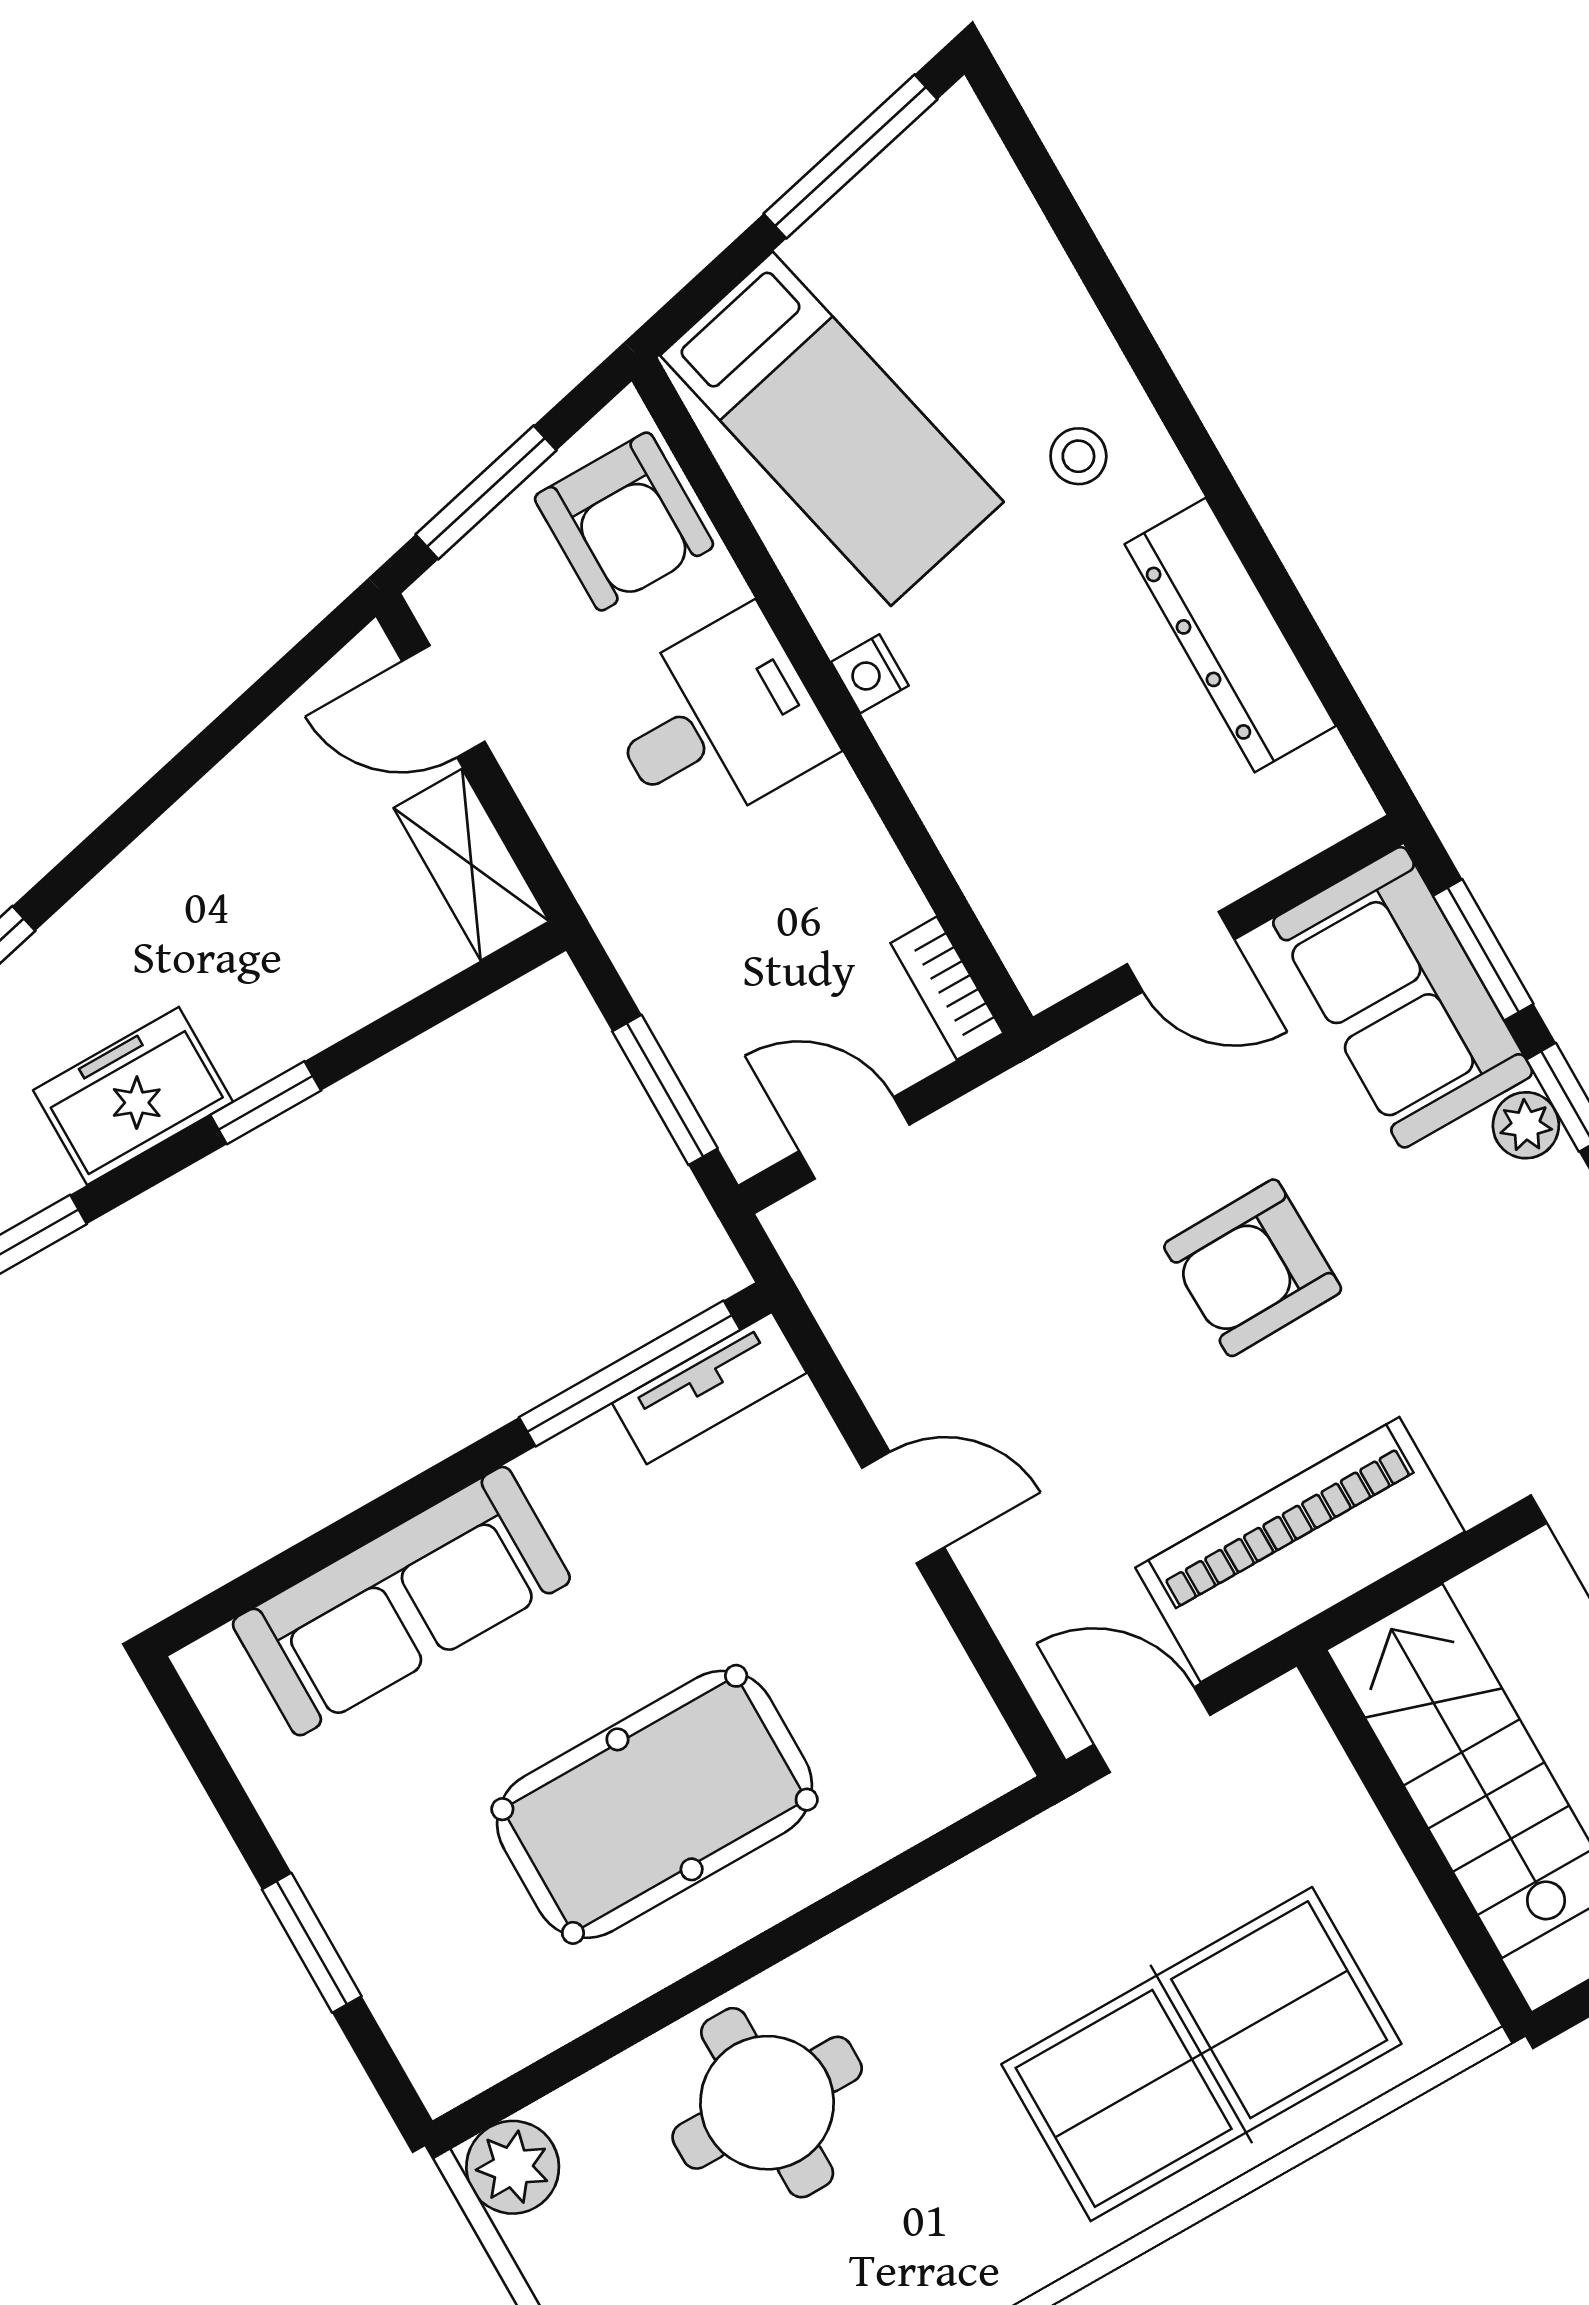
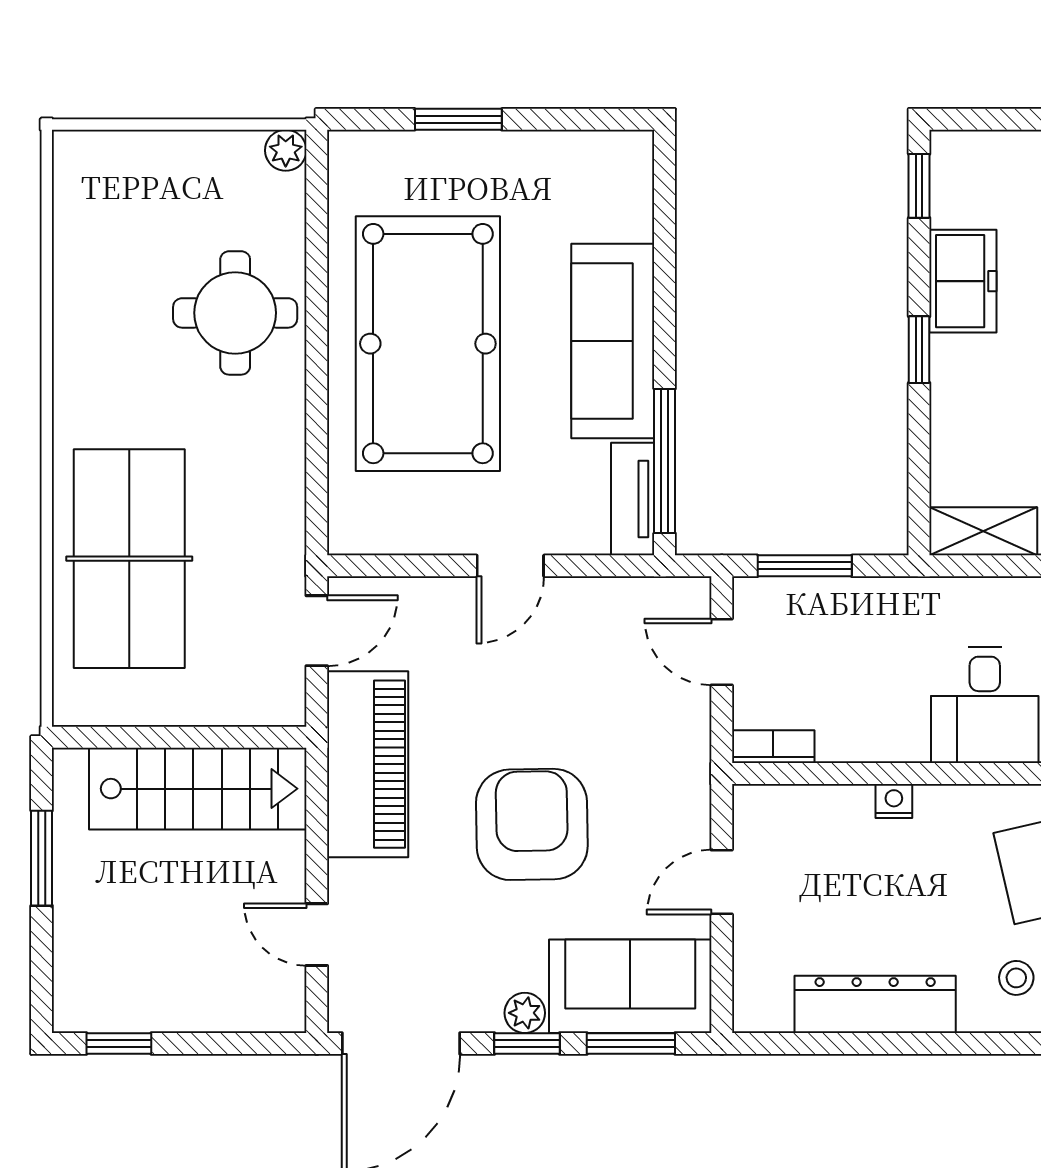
nightstand: (870, 674) -> (894, 801), moved
door: (854, 1138) -> (722, 652), swing flipped
armchair: (1253, 1268) -> (532, 824), width x1.36, depth x1.36
sofa: (401, 1601) -> (613, 341), moved
pool table: (655, 1804) -> (428, 344), width x1.36, depth x1.32
plant: (513, 2167) -> (286, 150), width x0.73, depth x0.73

